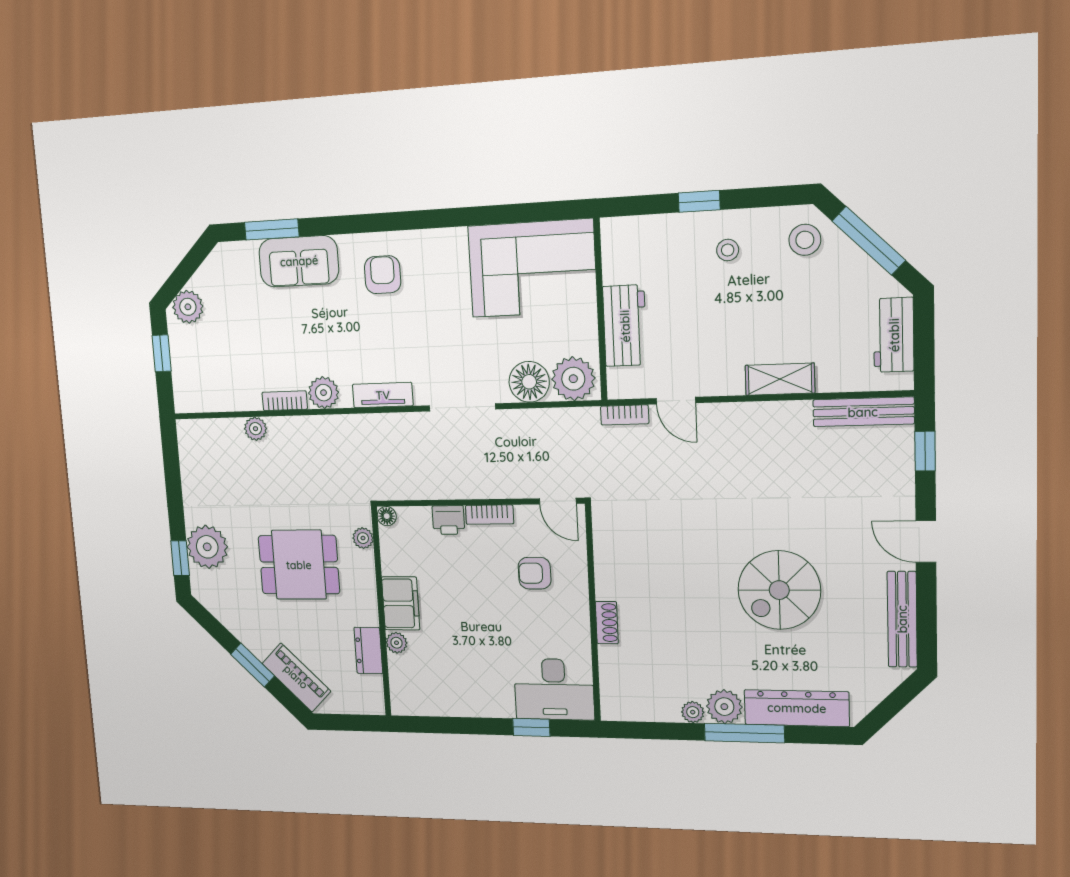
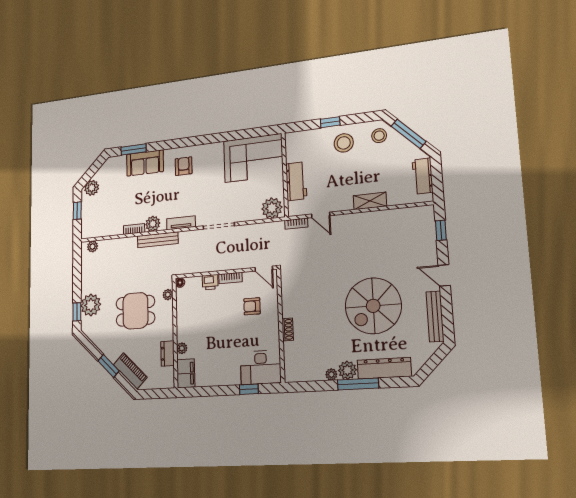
stool: (728, 250) -> (344, 143), width x1.89, depth x1.89
floor lamp: (529, 382) -> (251, 211), removed
bench: (863, 412) -> (158, 240), moved
plant: (255, 429) -> (93, 246), moved
spiral stairs: (779, 590) -> (373, 306), width x1.37, depth x1.37
filing cabinet: (401, 603) -> (186, 373), moved

